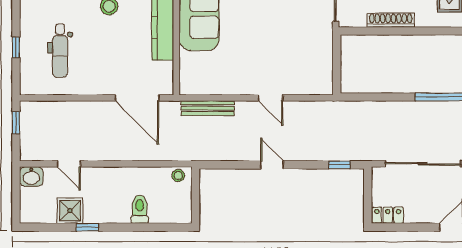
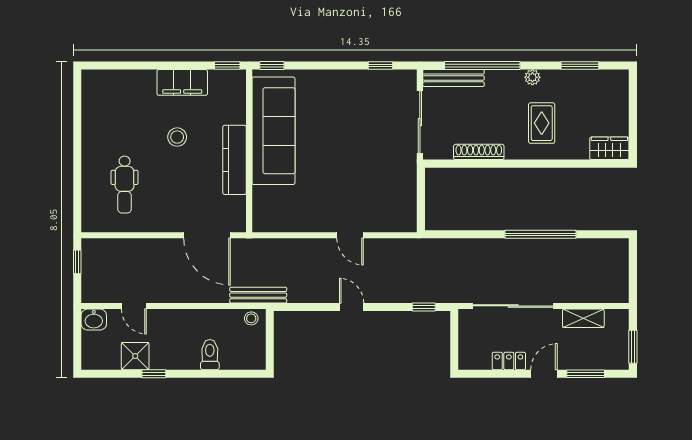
window: (16, 47) -> (77, 181), removed
bench: (208, 108) -> (258, 295), moved
locker: (388, 215) -> (509, 361), moved

